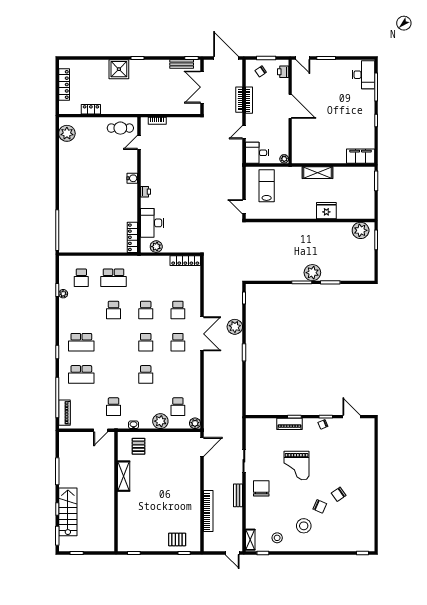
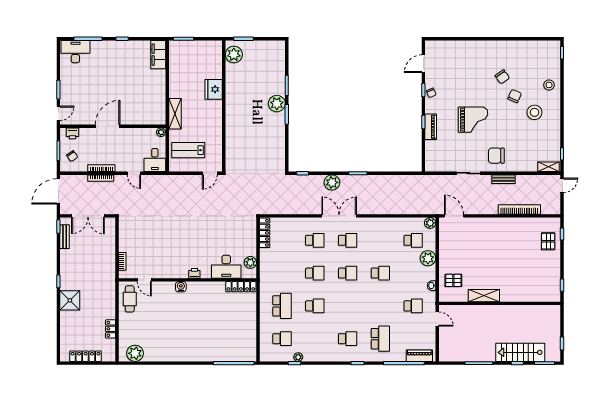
shelving: (317, 173) -> (175, 114), moved
school desk: (81, 342) -> (348, 339), width x0.54
stool: (277, 538) -> (549, 85), moved

